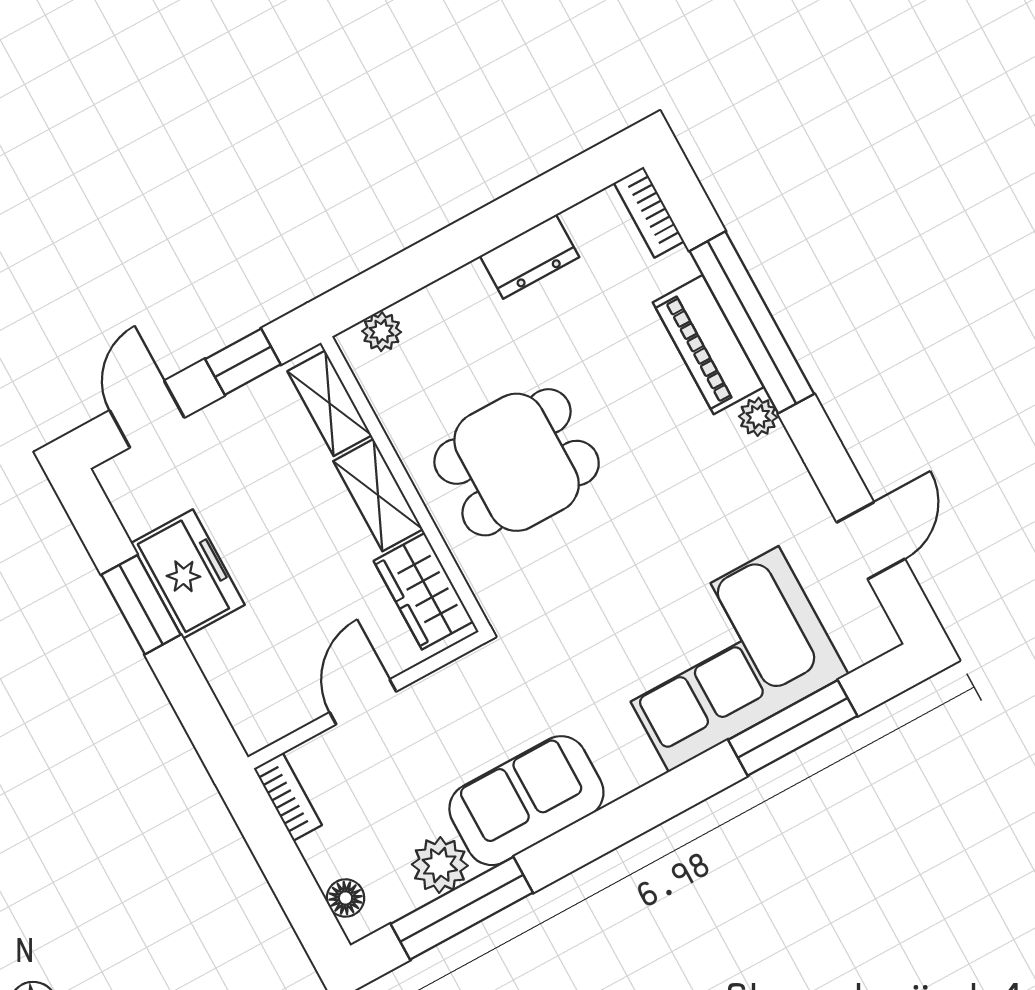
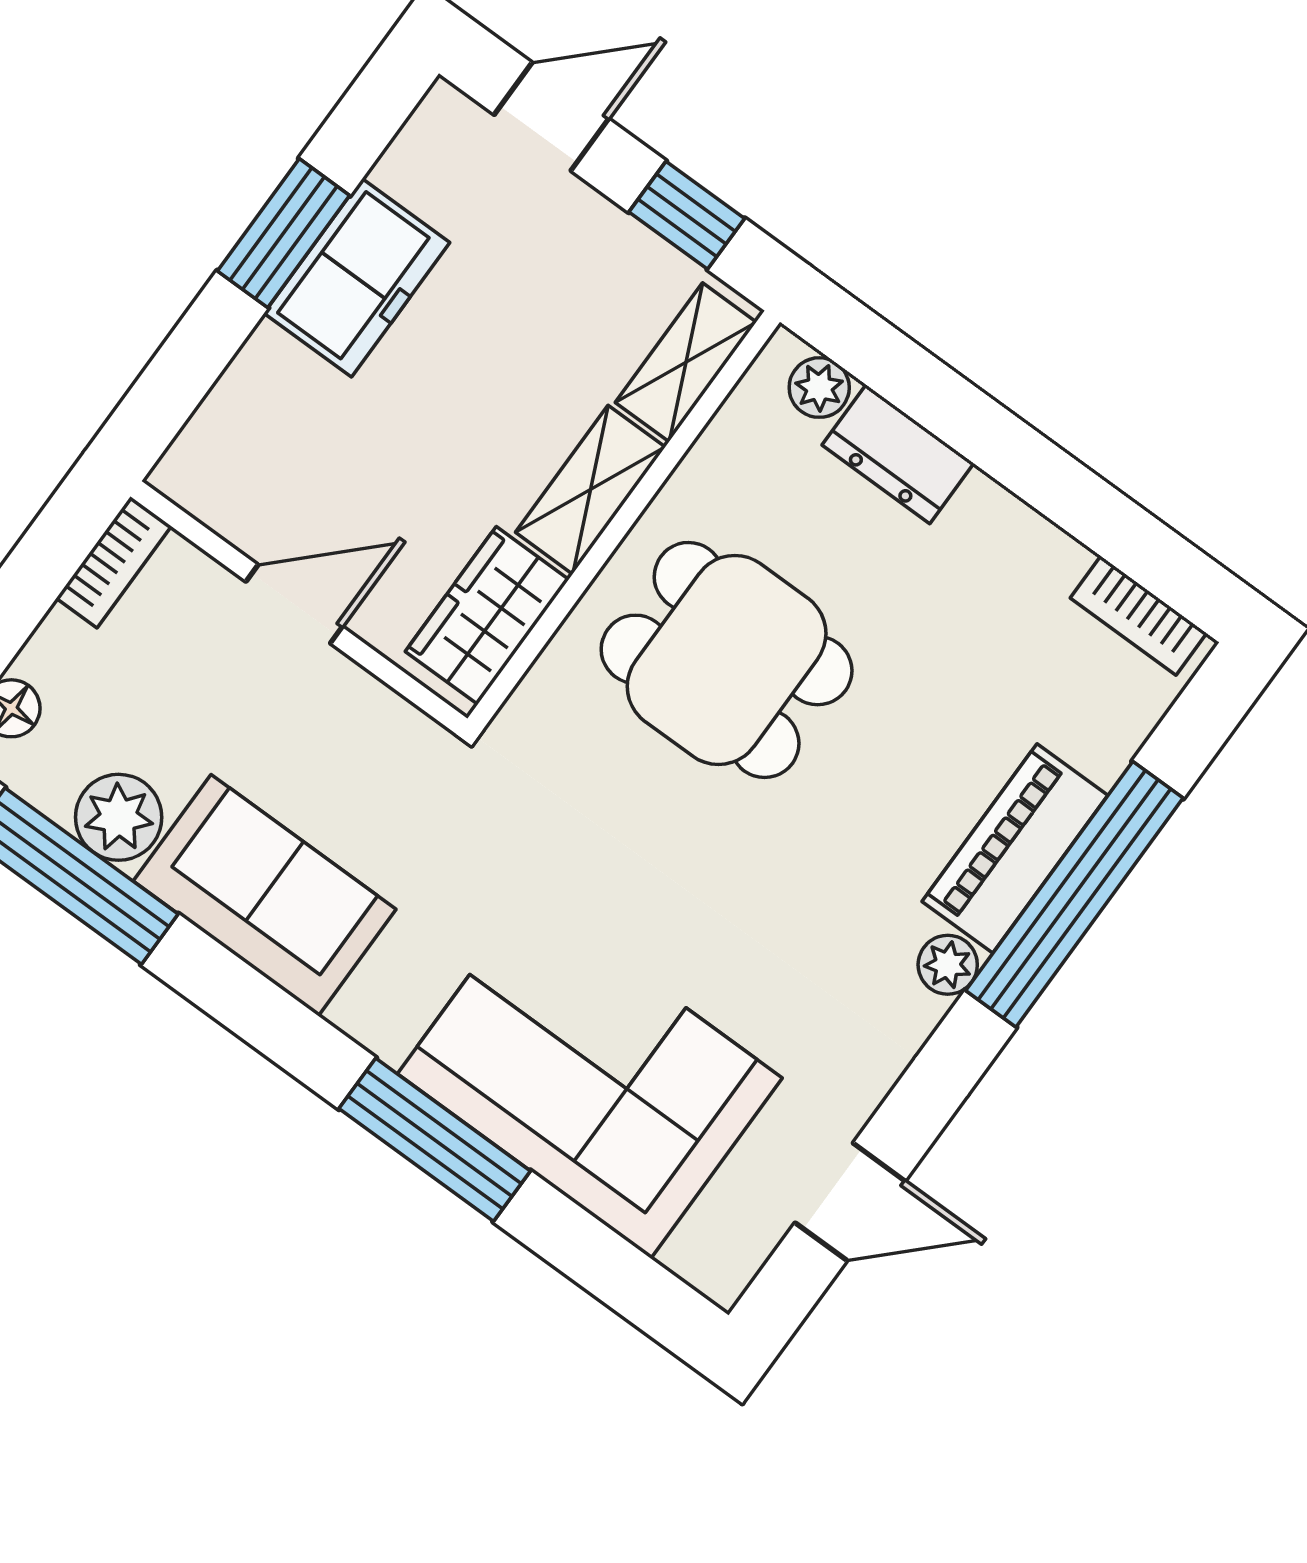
bookcase: (649, 212) -> (1138, 616), moved, turned -90
dresser: (530, 257) -> (898, 454), moved
window: (793, 728) -> (435, 1140), moved

